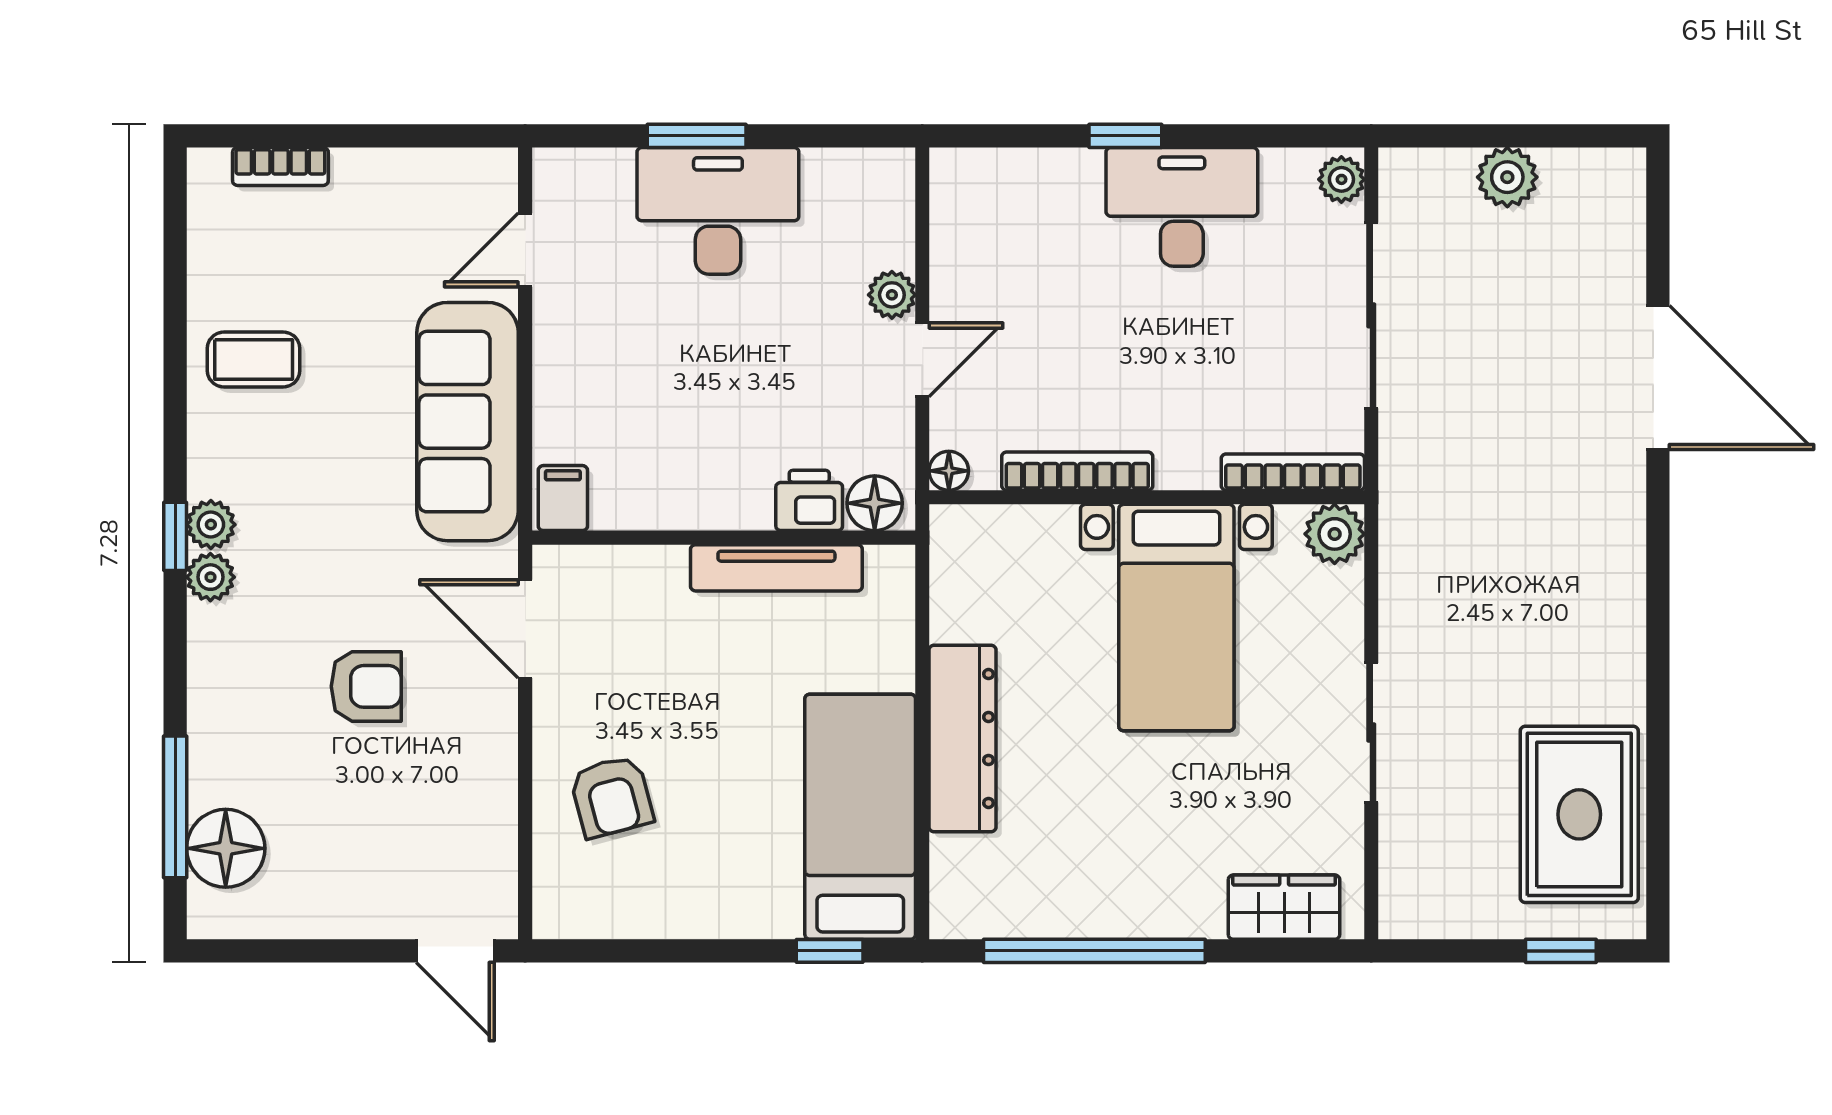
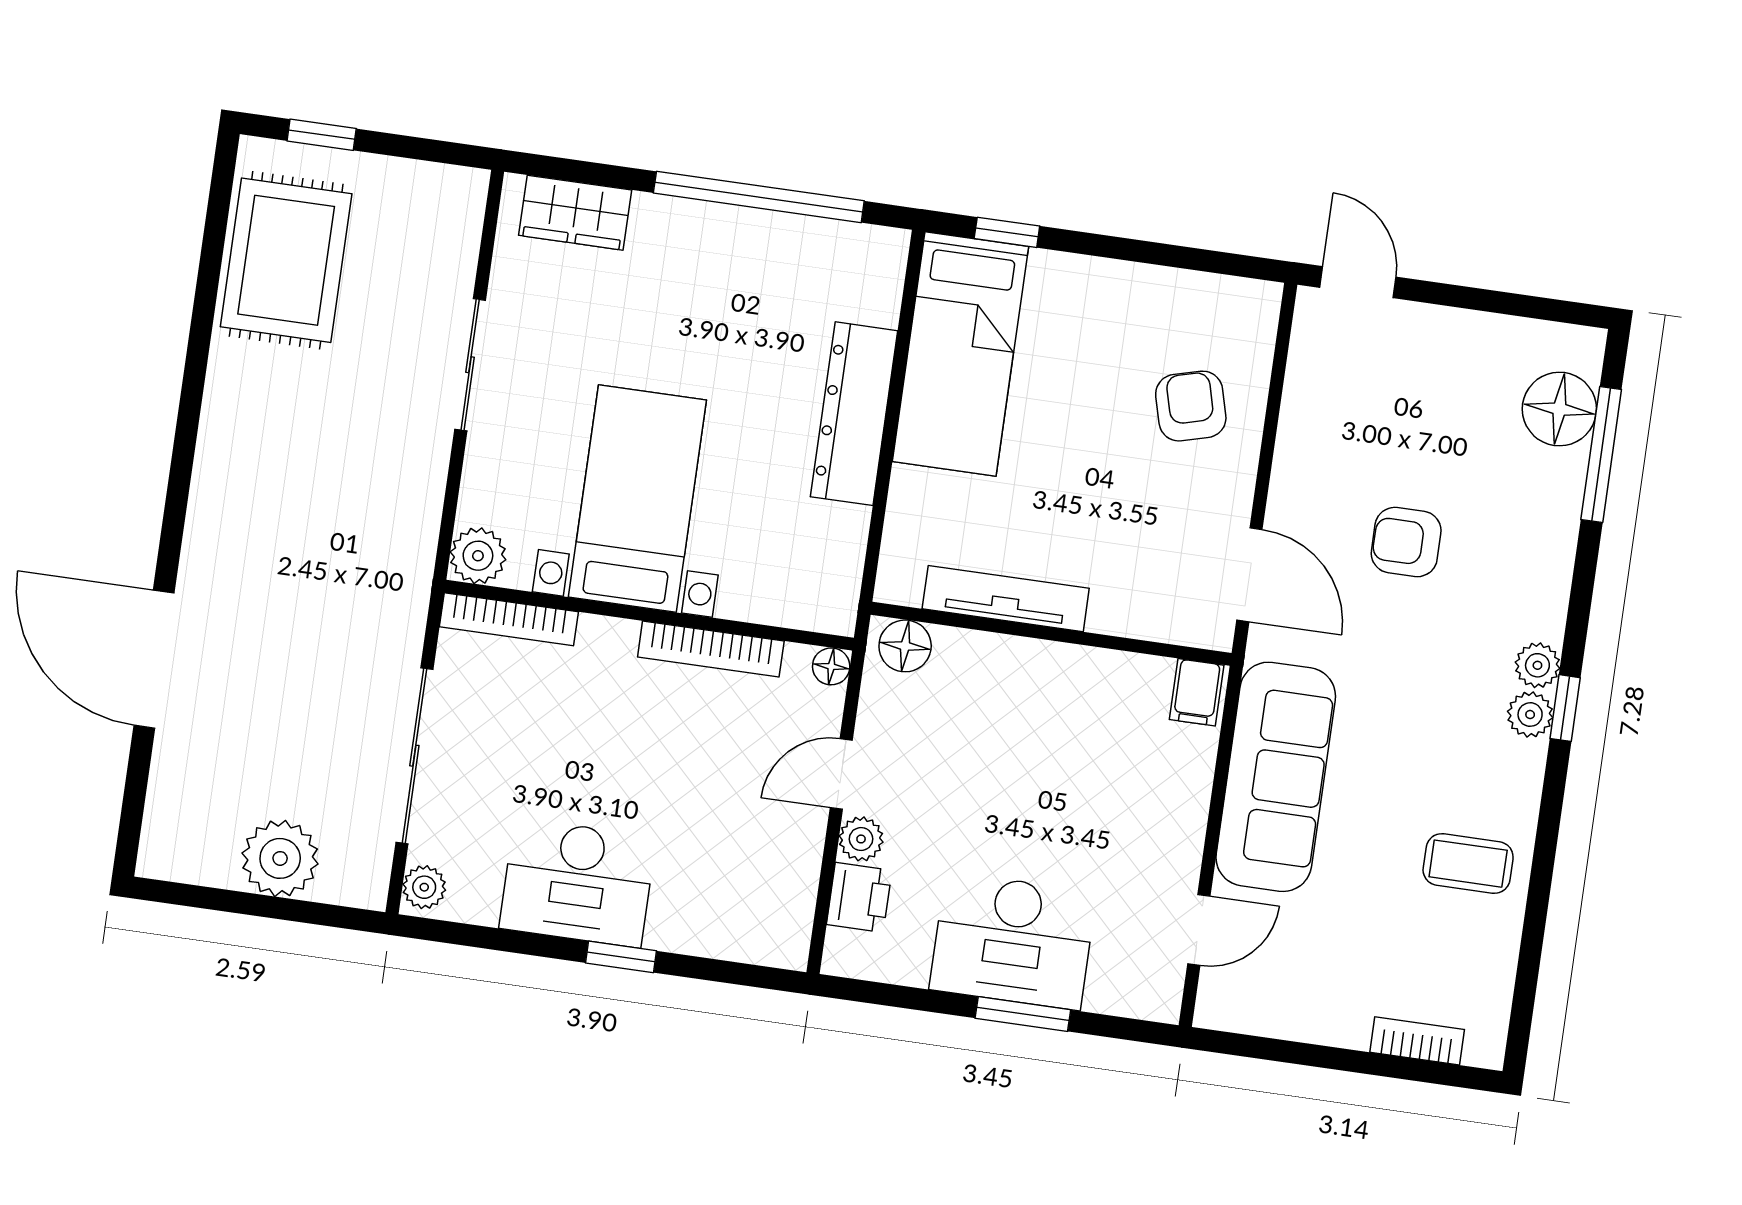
plant: (1507, 177) -> (280, 858), width x1.36, depth x1.36
printer: (809, 500) -> (859, 897), moved, turned -90

